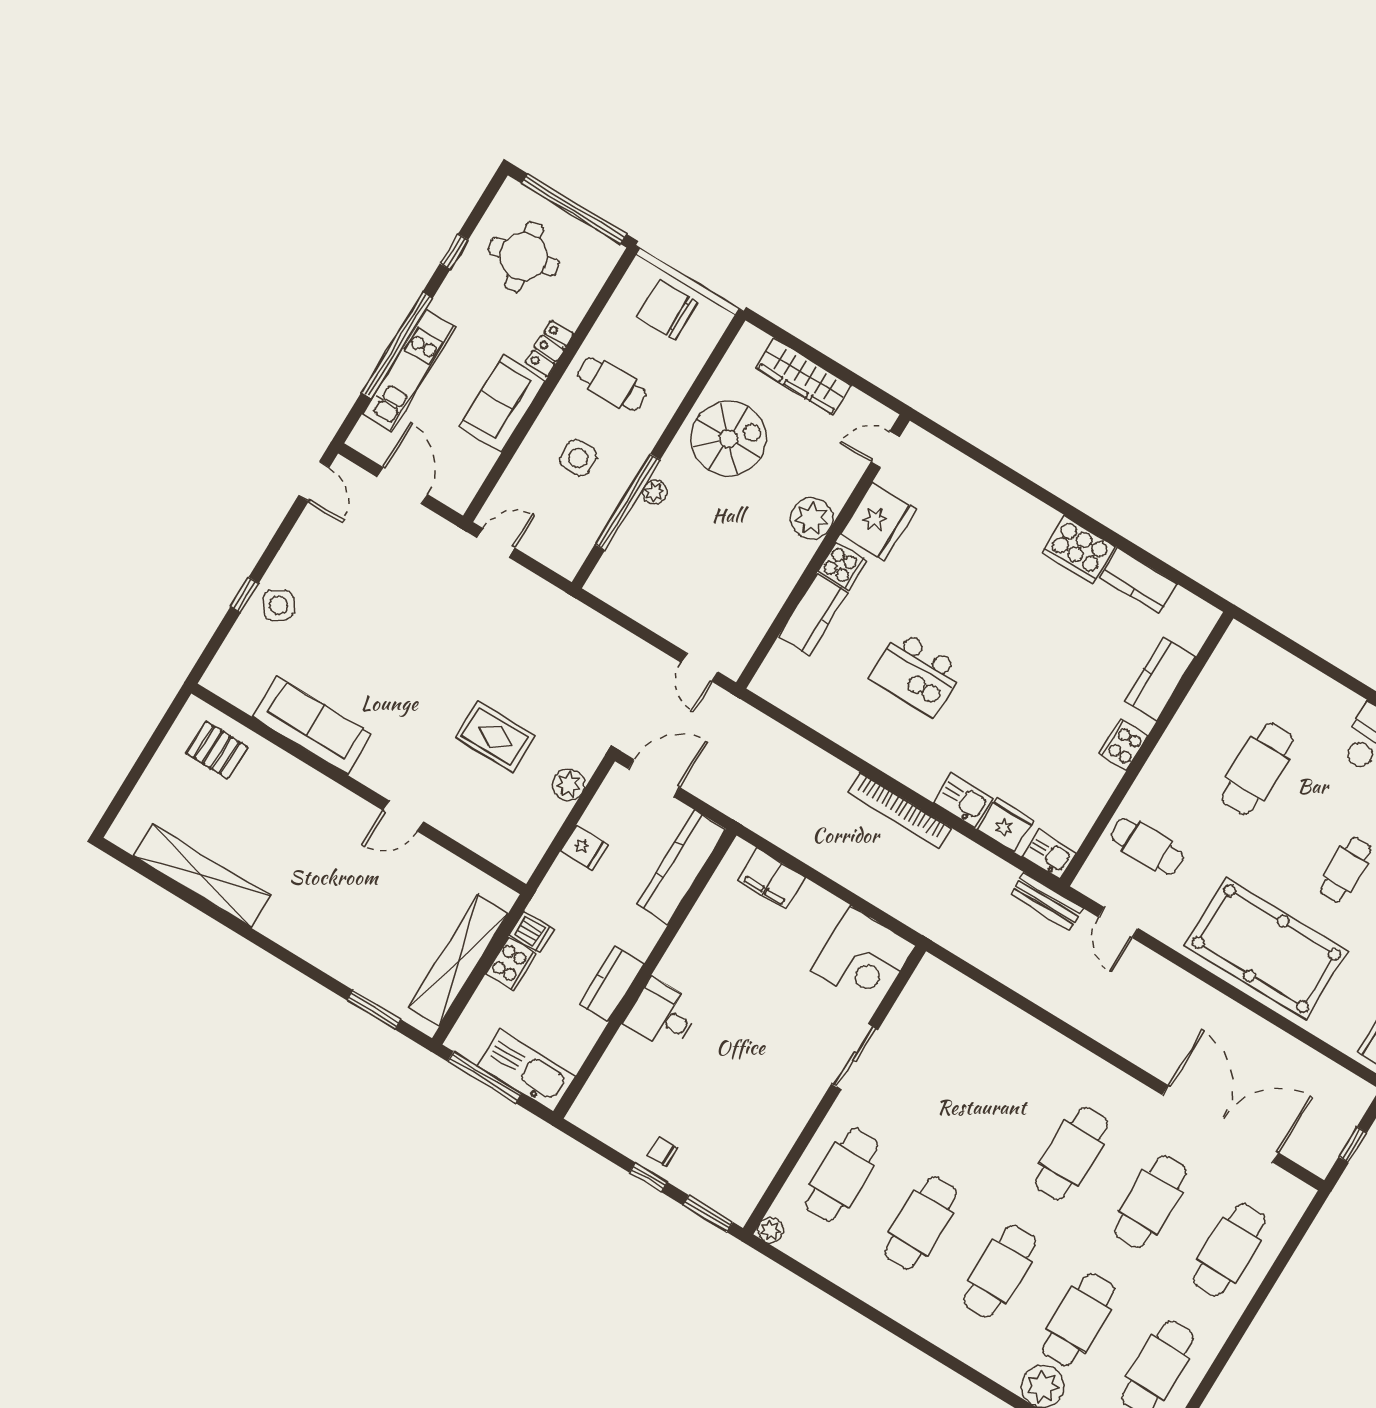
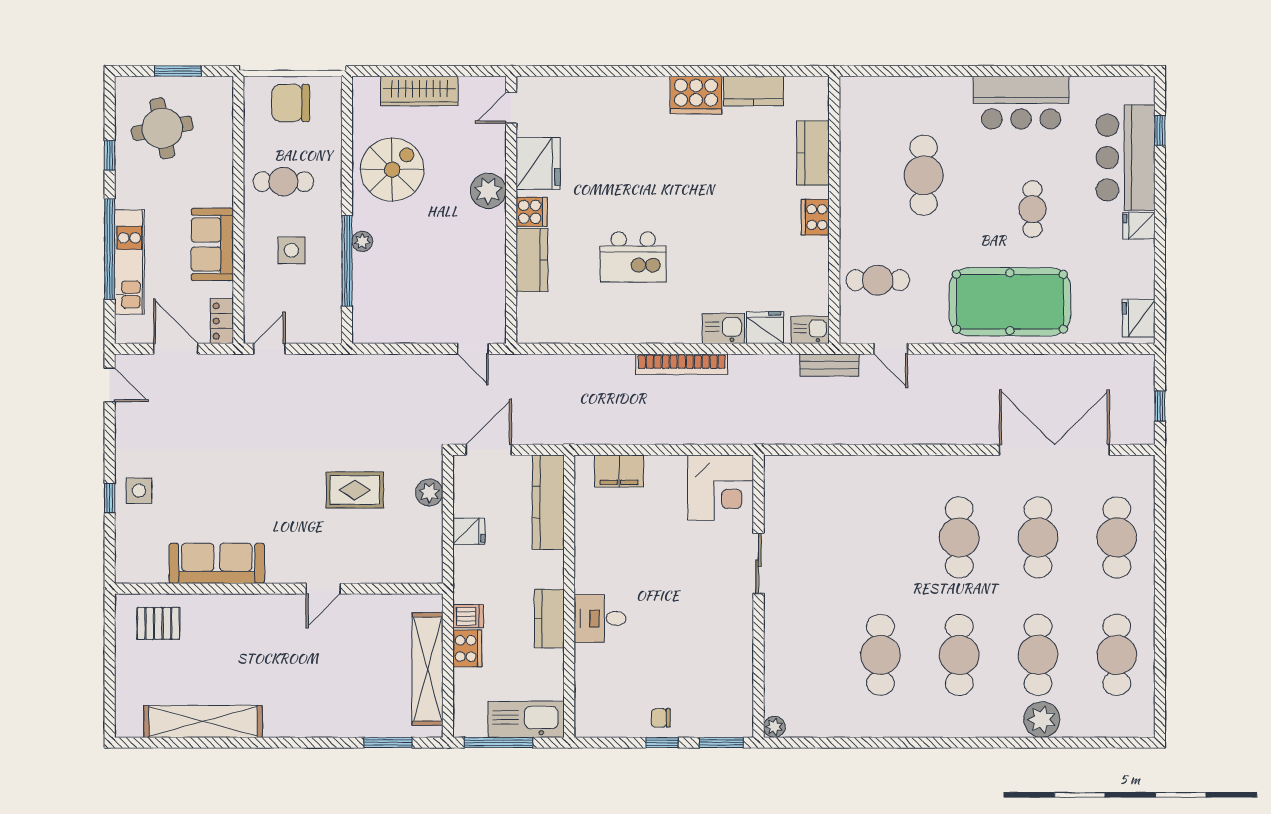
window: (574, 209) -> (178, 71), width x0.47
locker: (549, 348) -> (222, 321), moved
side table: (279, 605) -> (139, 491), turned 33
cafe table: (842, 1175) -> (802, 655), removed

